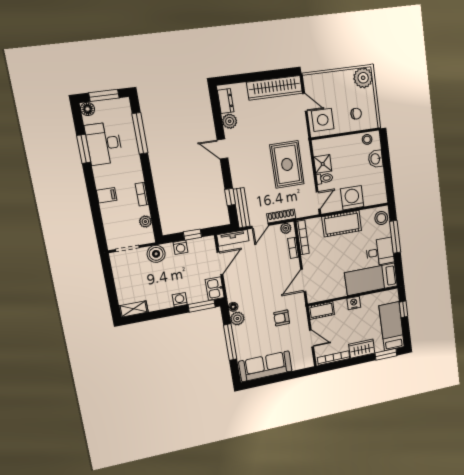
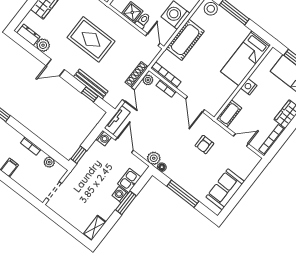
rug: (287, 164) -> (91, 39), moved
bench: (241, 208) -> (91, 84), moved
window: (192, 235) -> (79, 155), moved
washing machine: (180, 247) -> (104, 138), moved
desk: (380, 252) -> (233, 33), removed
boiler: (156, 254) -> (76, 177), removed
kitchen sink: (215, 289) -> (129, 180), moved, turned 90
window: (202, 306) -> (126, 203), moved
plant: (237, 319) -> (154, 158), moved
sofa: (265, 366) -> (225, 189), width x0.73

